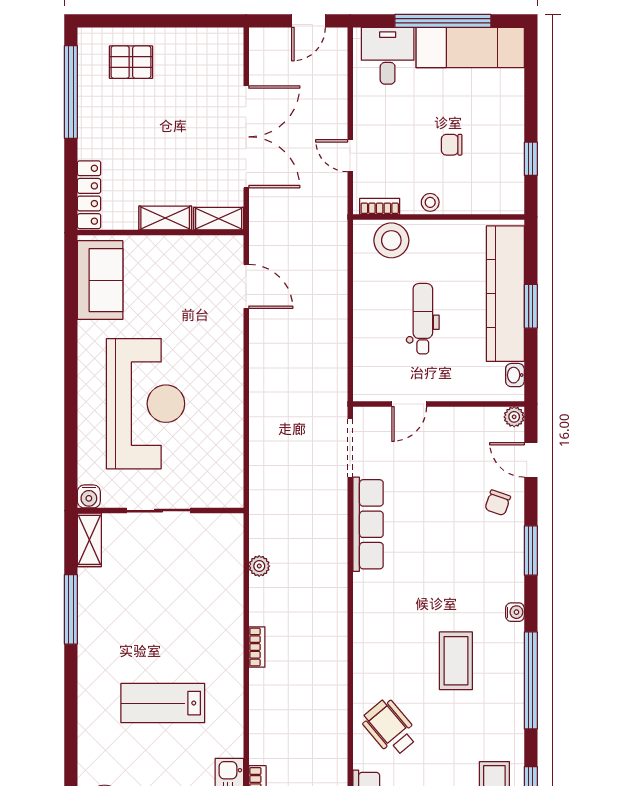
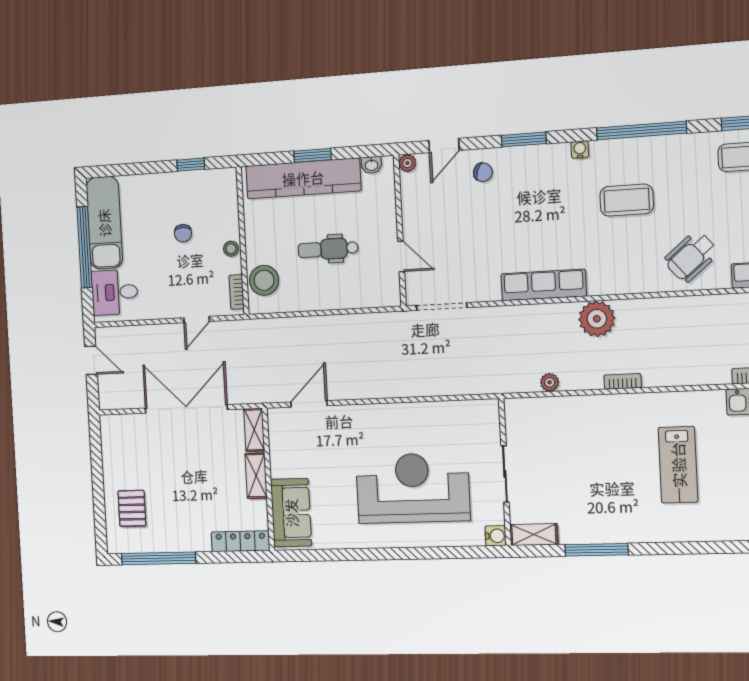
sofa: (100, 280) -> (291, 513), moved, turned 90
row of seats: (368, 524) -> (544, 285), moved
plant: (327, 622) -> (597, 319), added

